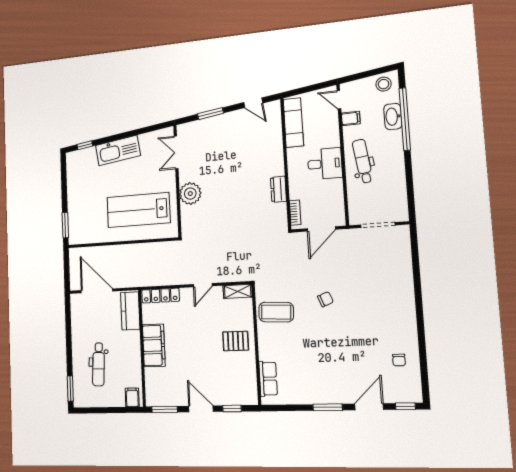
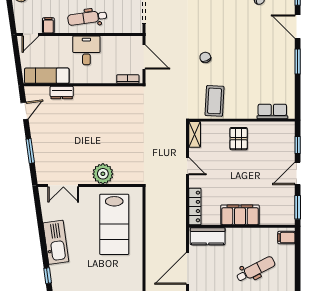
dresser: (278, 189) -> (62, 93), moved
dental chair: (99, 364) -> (256, 269), turned -30

